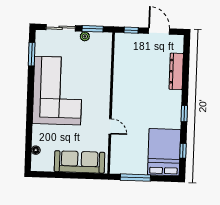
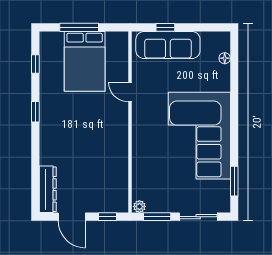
plant: (85, 36) -> (139, 206), moved
dresser: (176, 71) -> (48, 189), moved
bed: (164, 152) -> (85, 61), moved
window: (81, 176) -> (165, 27), added
window: (135, 178) -> (79, 27), moved

